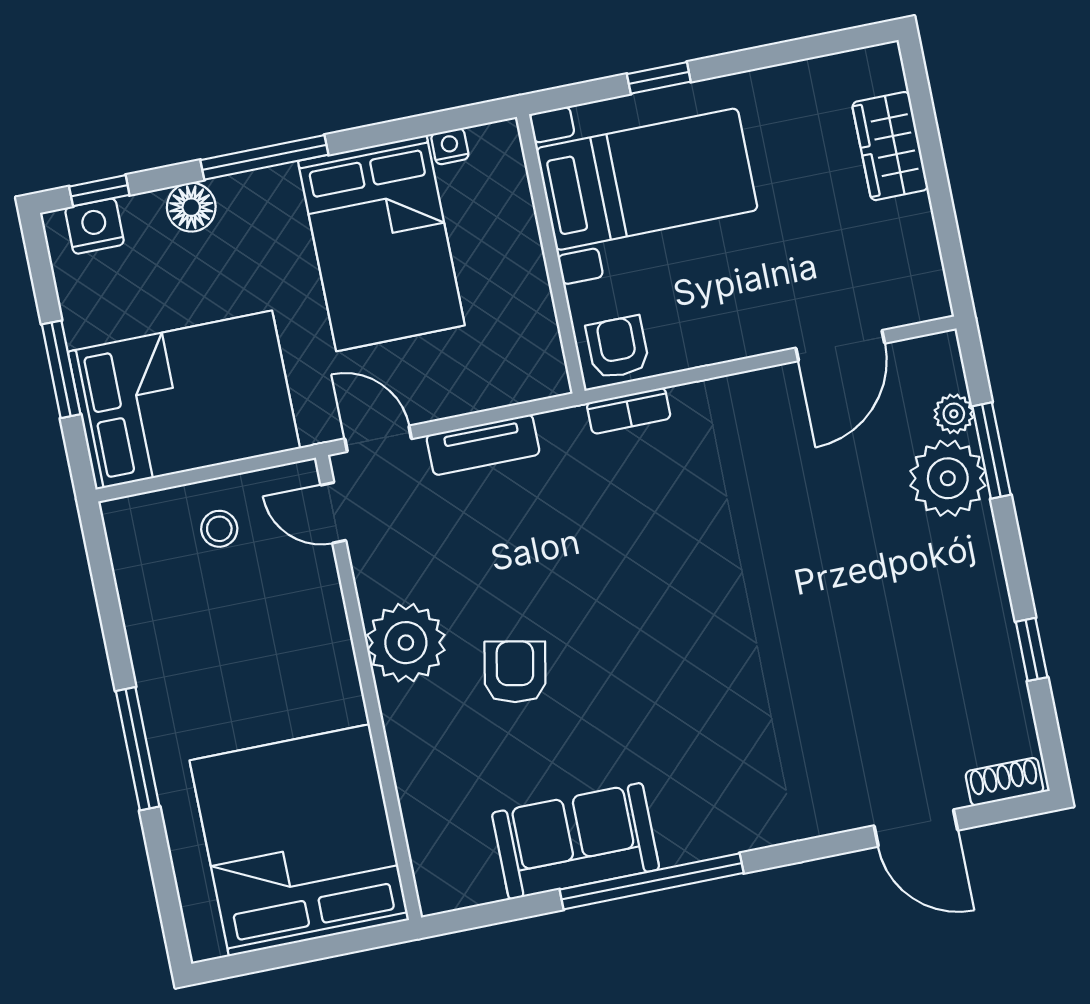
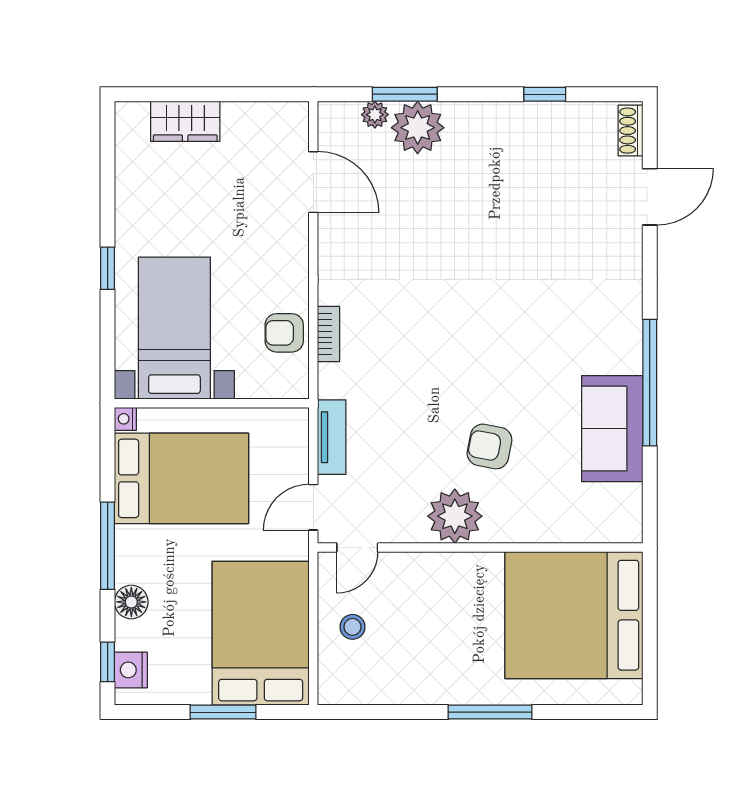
bed with nightstands: (647, 179) -> (174, 328), moved
wall: (551, 254) -> (212, 403), moved

